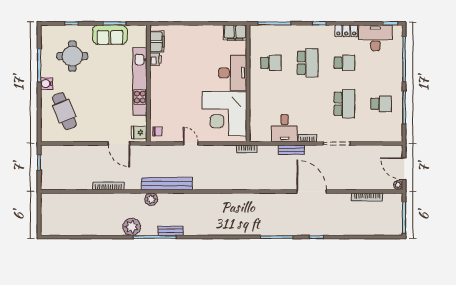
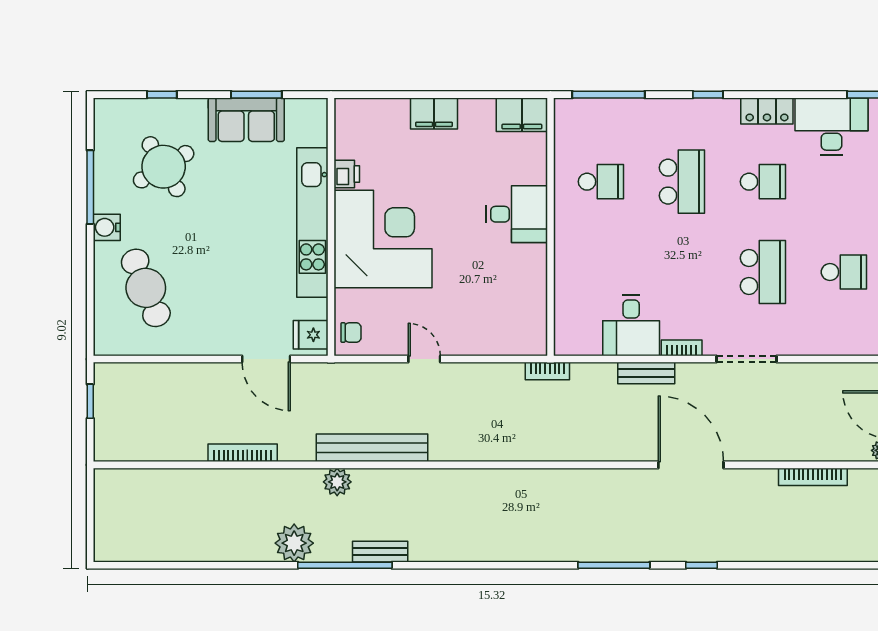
filing cabinet: (157, 41) -> (434, 113), moved, turned 90
round table: (72, 56) -> (164, 167), turned -31
desk: (233, 73) -> (517, 214), width x0.73
corner desk: (224, 114) -> (383, 239), moved, turned 180

